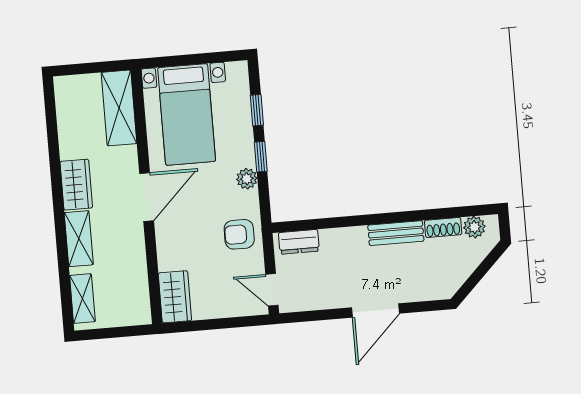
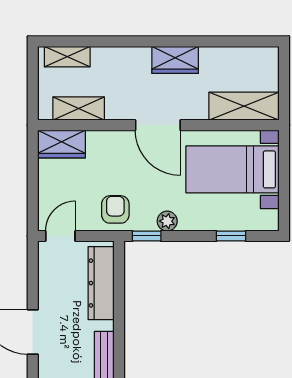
window: (261, 157) -> (147, 236), moved
shelving: (79, 239) -> (79, 109), moved
dresser: (299, 242) -> (101, 283), width x1.96, depth x1.24

